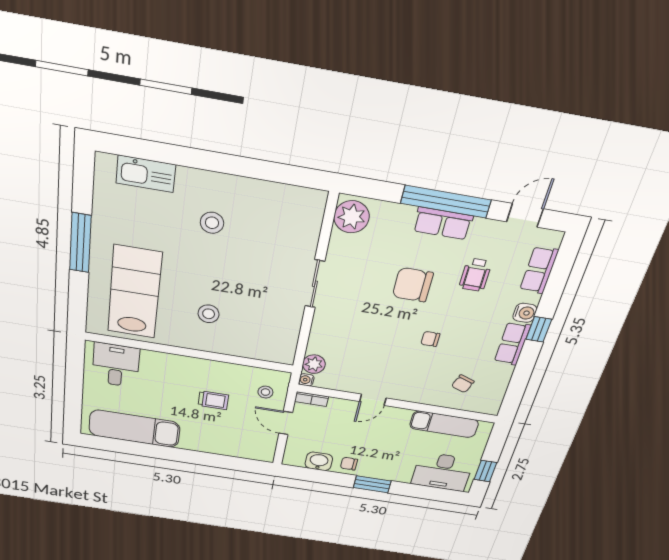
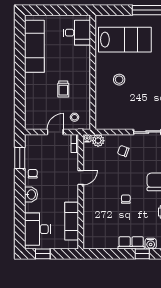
chair: (463, 384) -> (123, 151), moved
door: (373, 400) -> (81, 178), swing flipped
washbasin: (319, 461) -> (31, 194), moved
window: (372, 484) -> (20, 158), moved

